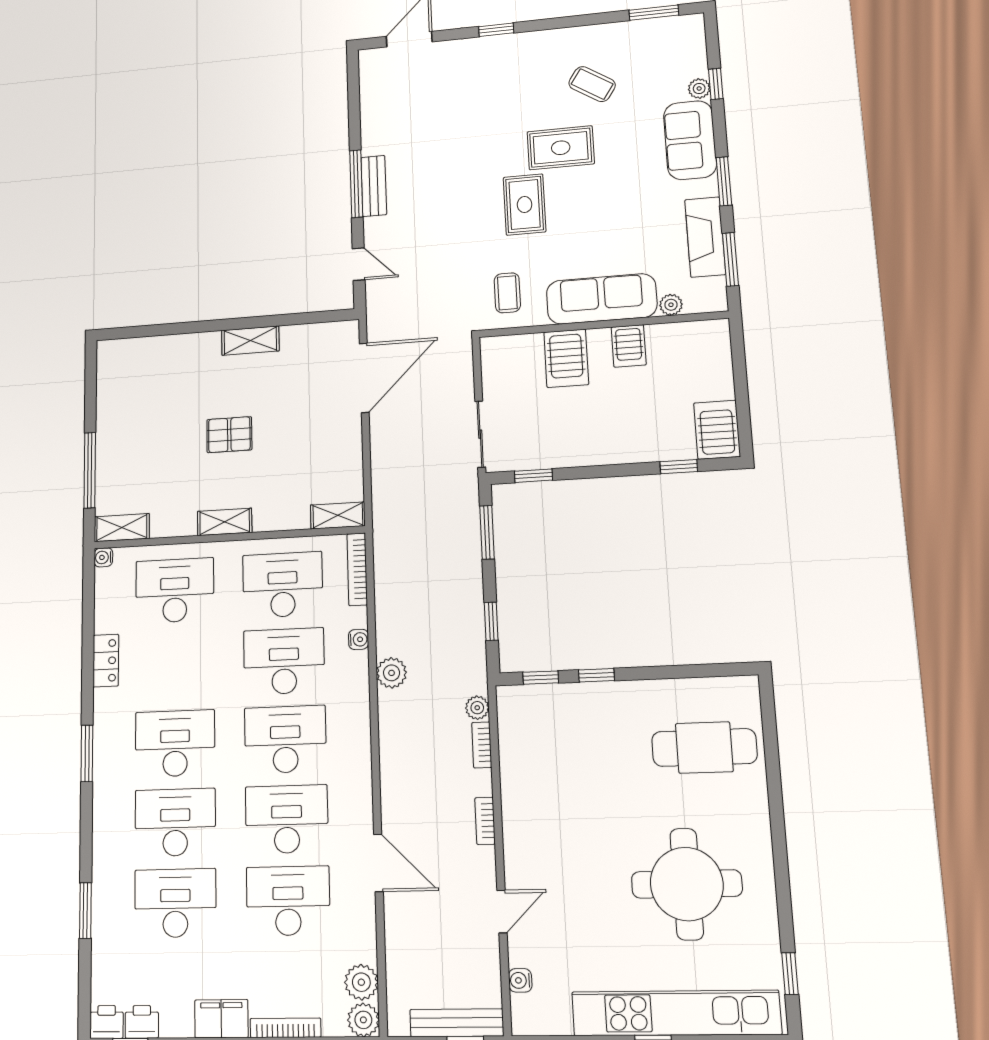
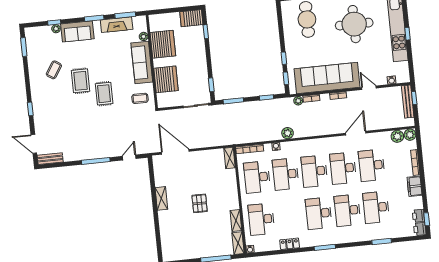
bench: (374, 186) -> (50, 159), moved
rug: (525, 205) -> (104, 94), turned 90
server rack: (629, 346) -> (163, 44), width x2.18, depth x1.44
server rack: (566, 358) -> (166, 79), width x1.60
shelving: (225, 522) -> (236, 221), moved
sofa: (536, 793) -> (327, 78), added

